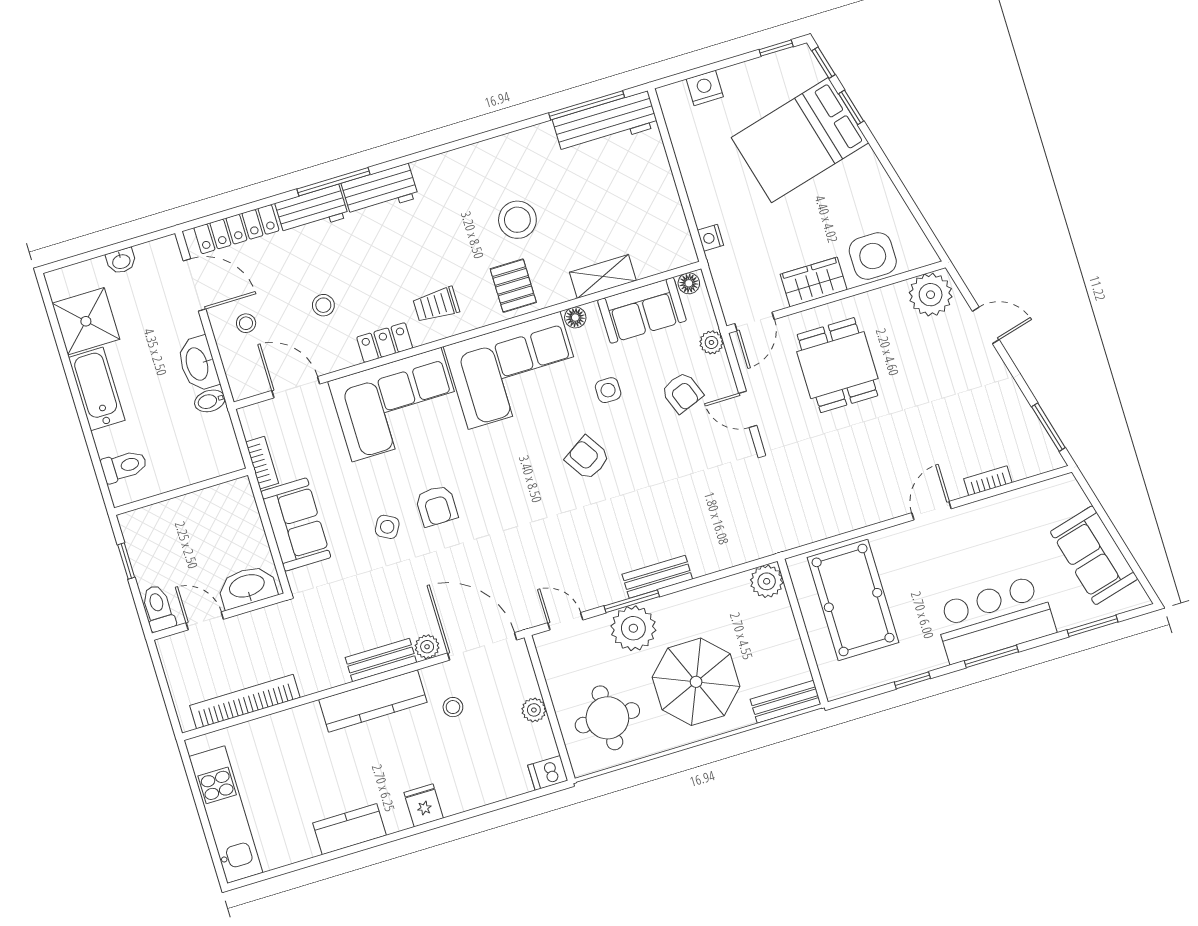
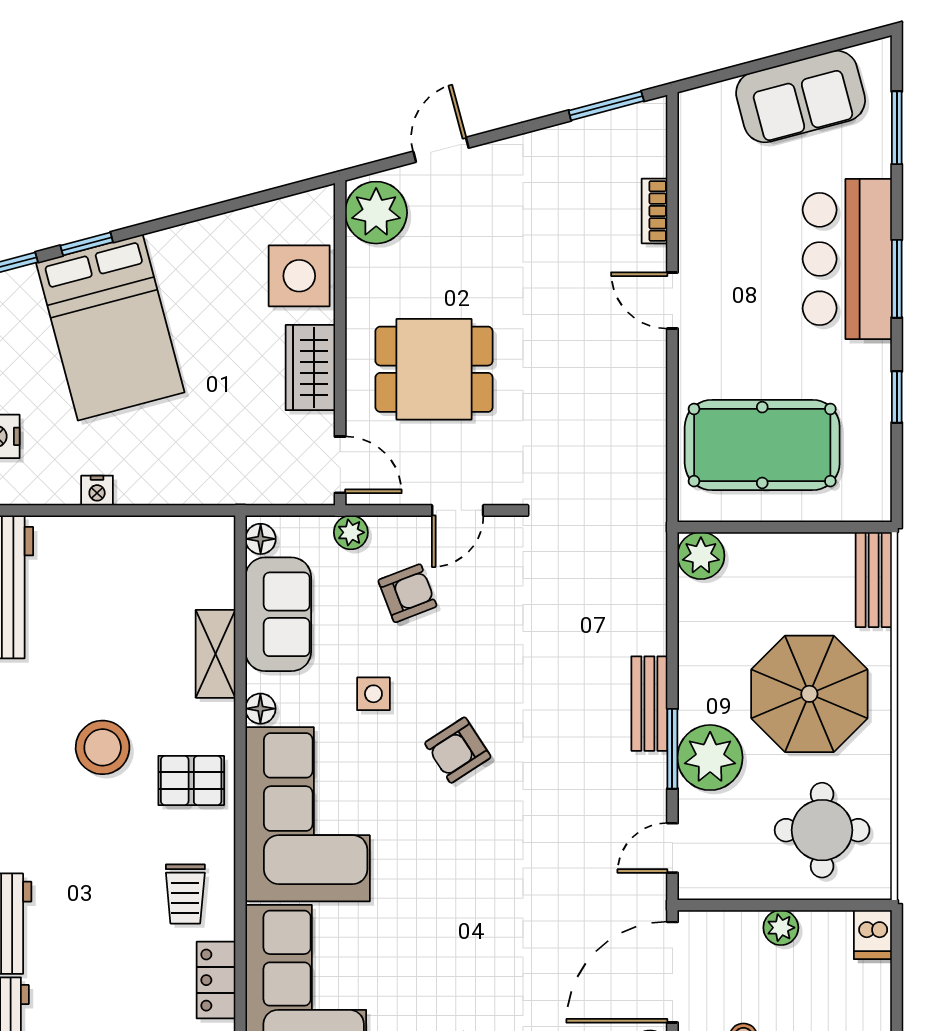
nightstand: (710, 238) -> (97, 491), moved
armchair: (437, 506) -> (461, 977), removed

